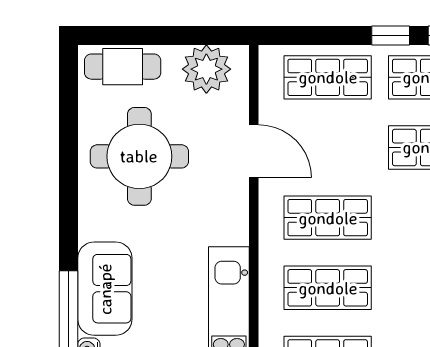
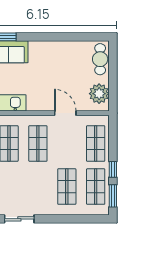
door: (254, 151) -> (65, 113), swing flipped
round table: (139, 156) -> (63, 66), removed

